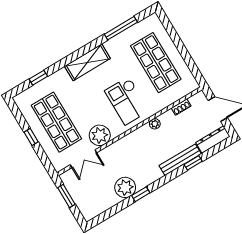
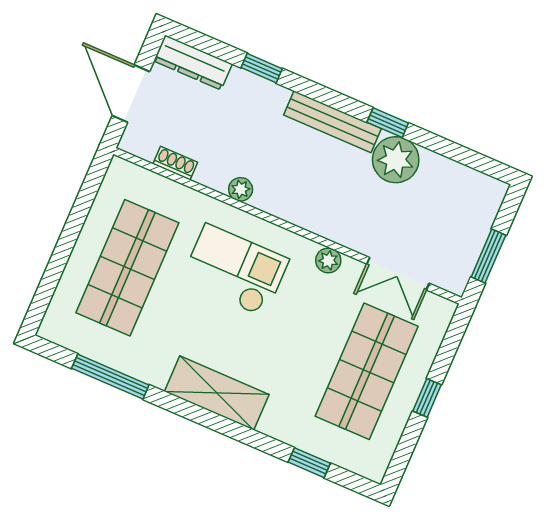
checkout: (127, 101) -> (235, 270), turned -90
plant: (100, 135) -> (328, 260), width x0.53, depth x0.53
double door: (83, 159) -> (398, 274), swing flipped
bench: (180, 160) -> (332, 122), moved

